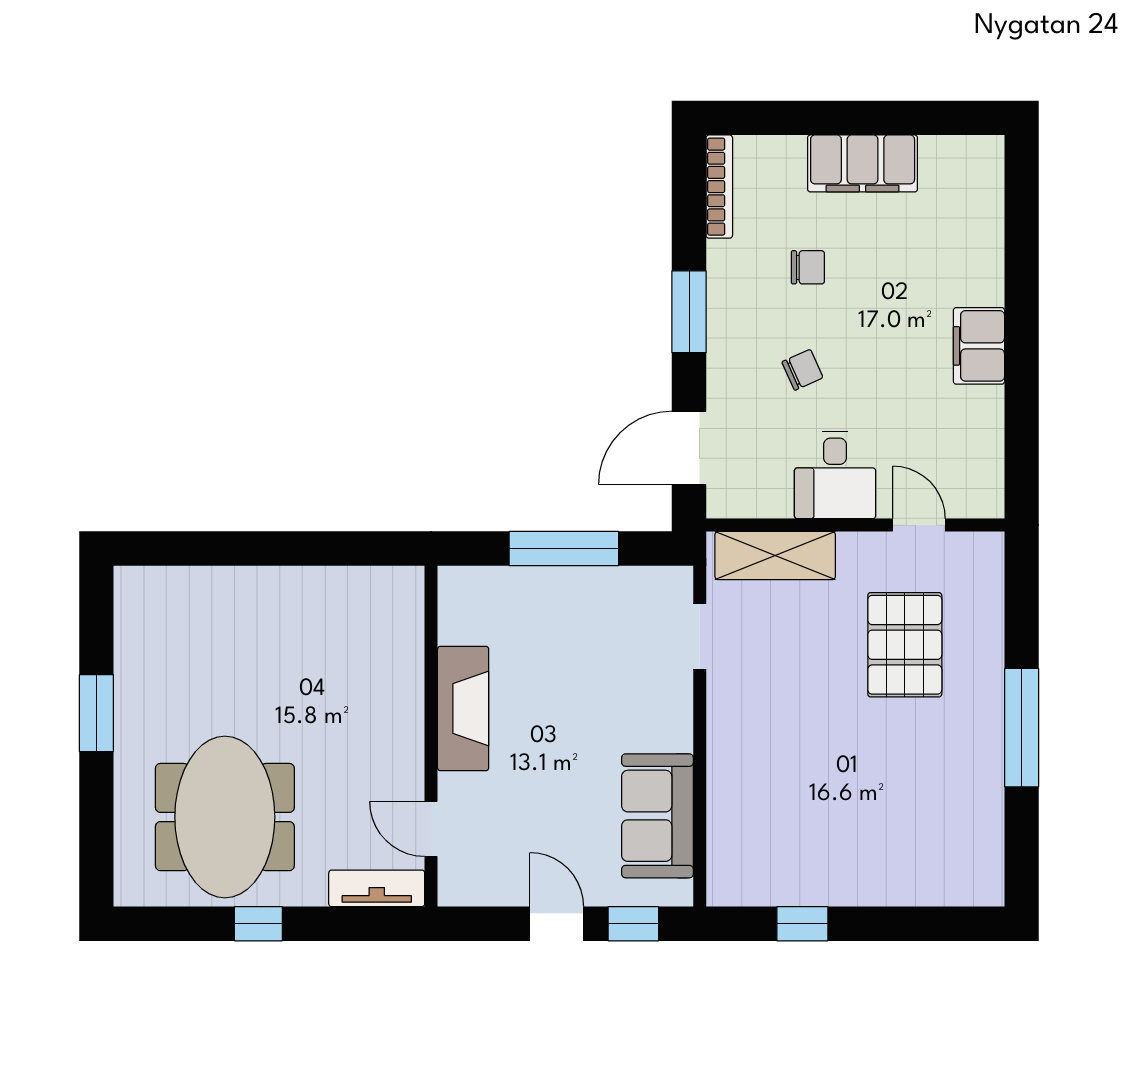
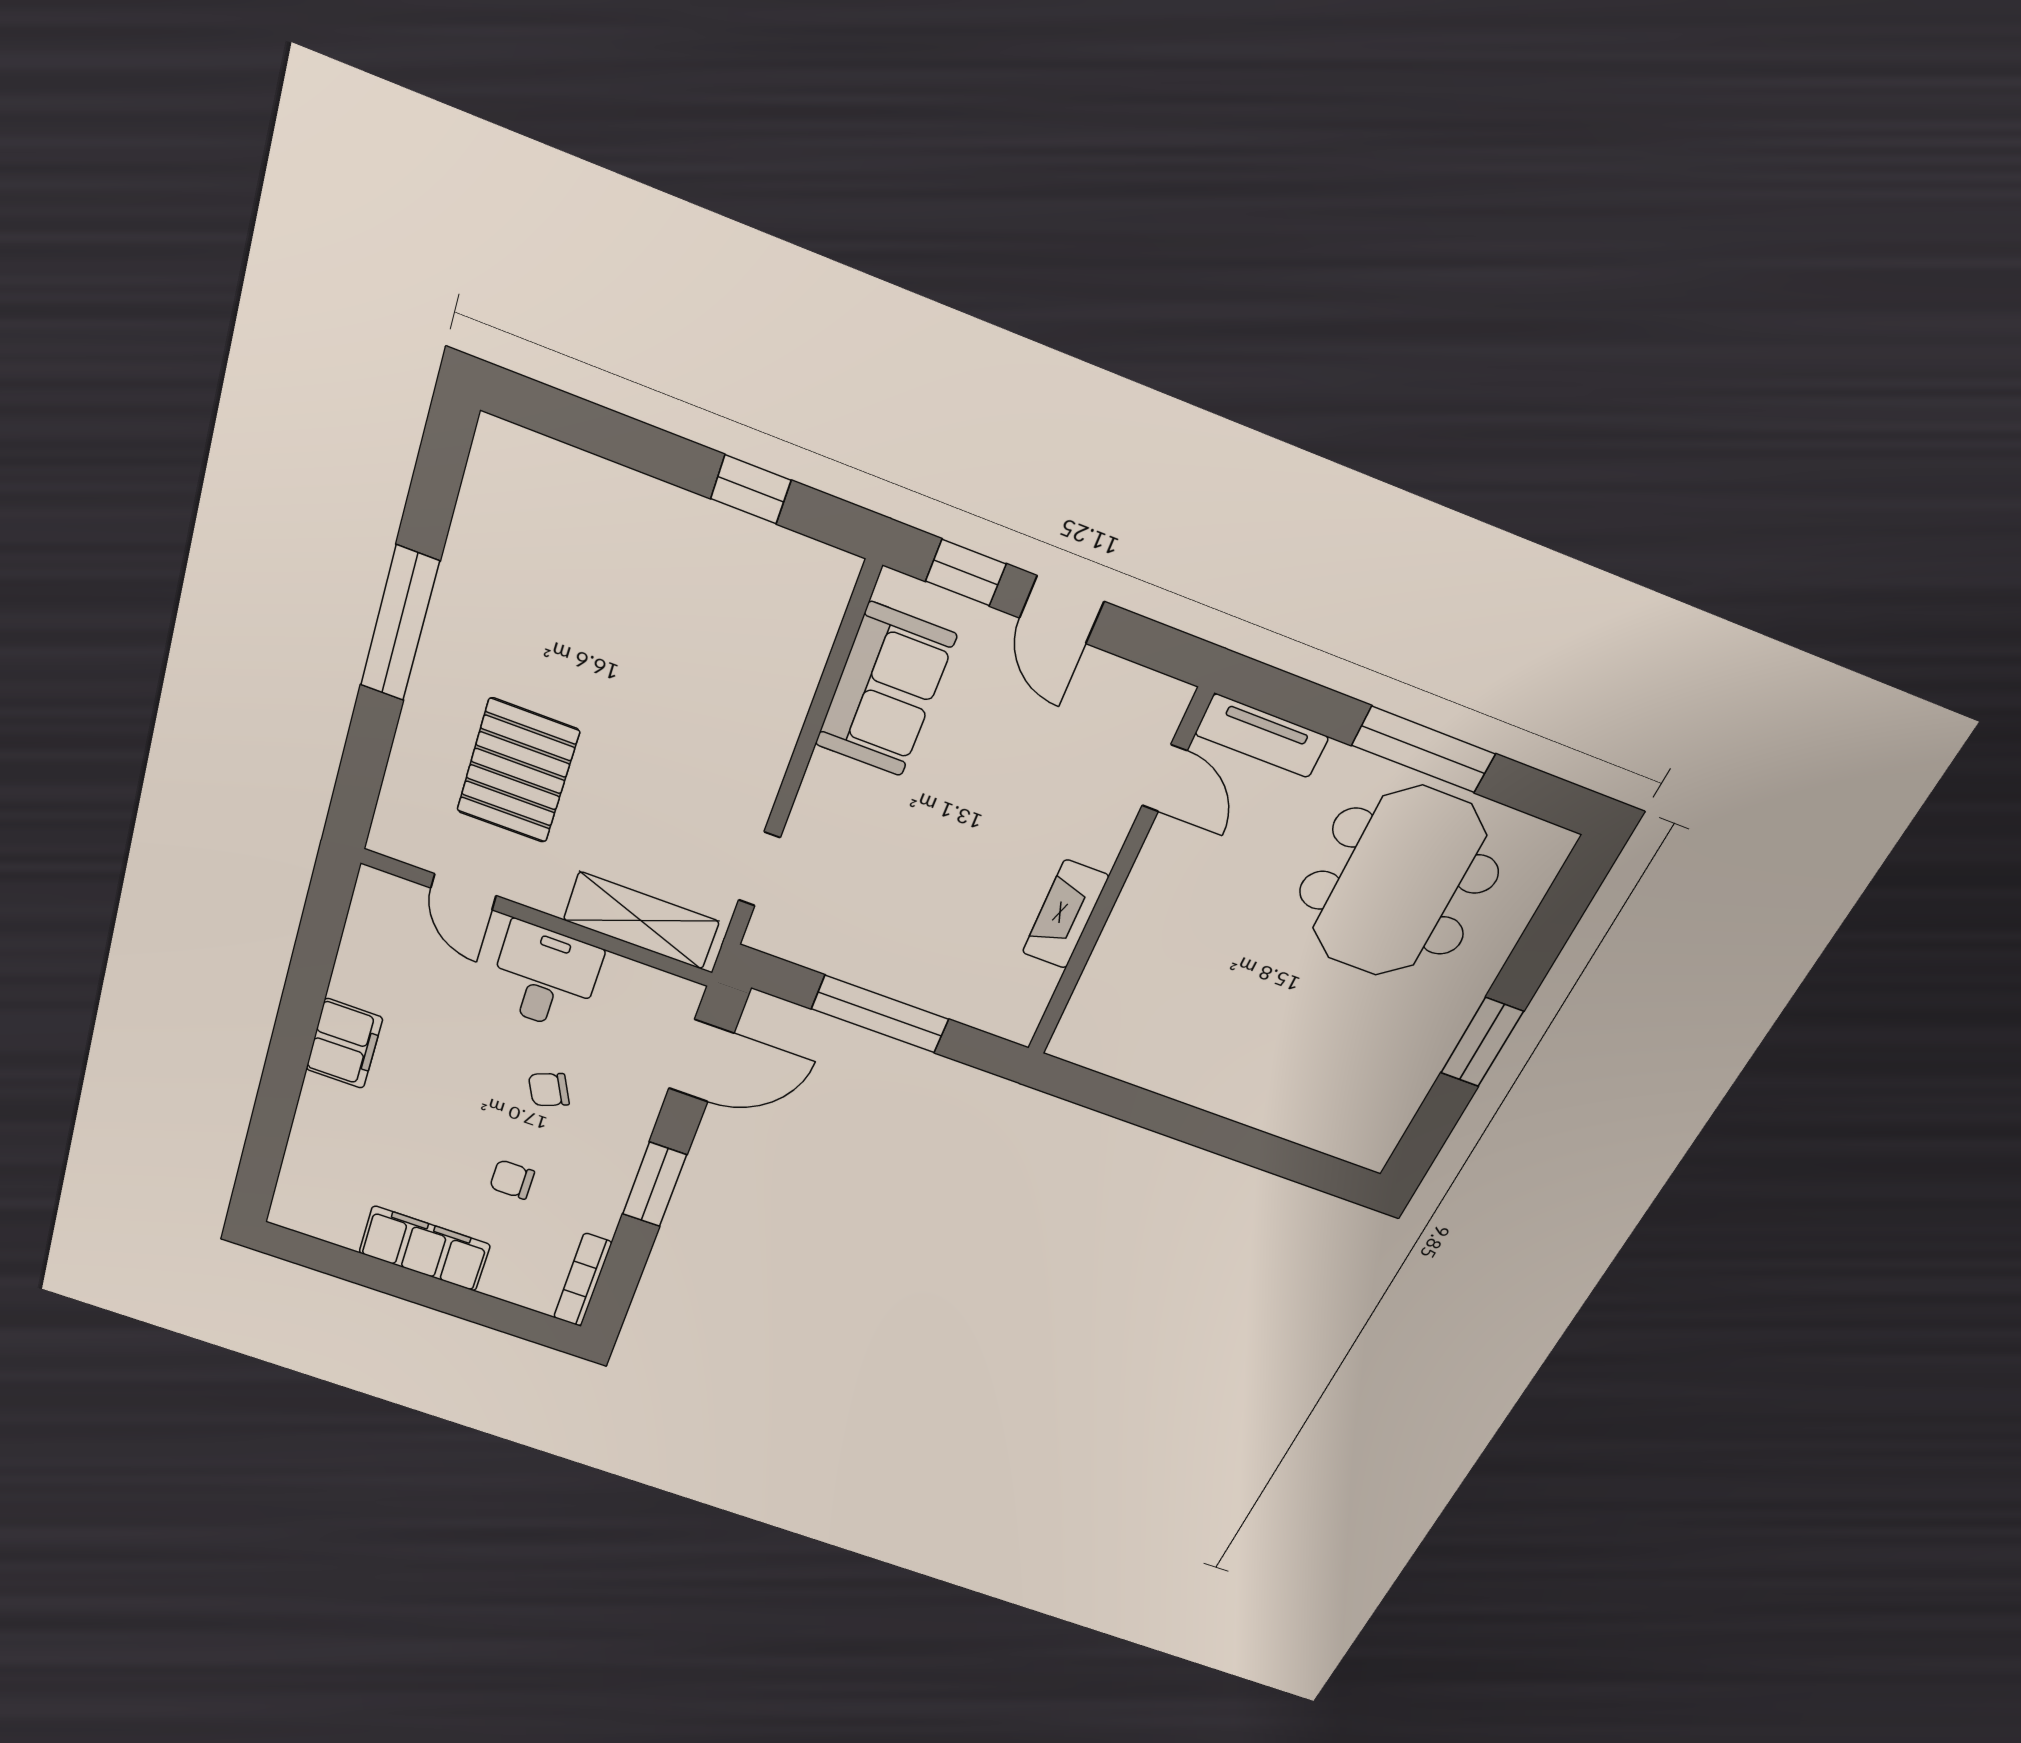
fireplace: (463, 709) -> (1065, 914), width x0.73, depth x0.76
window: (258, 924) -> (1423, 750), width x2.17

